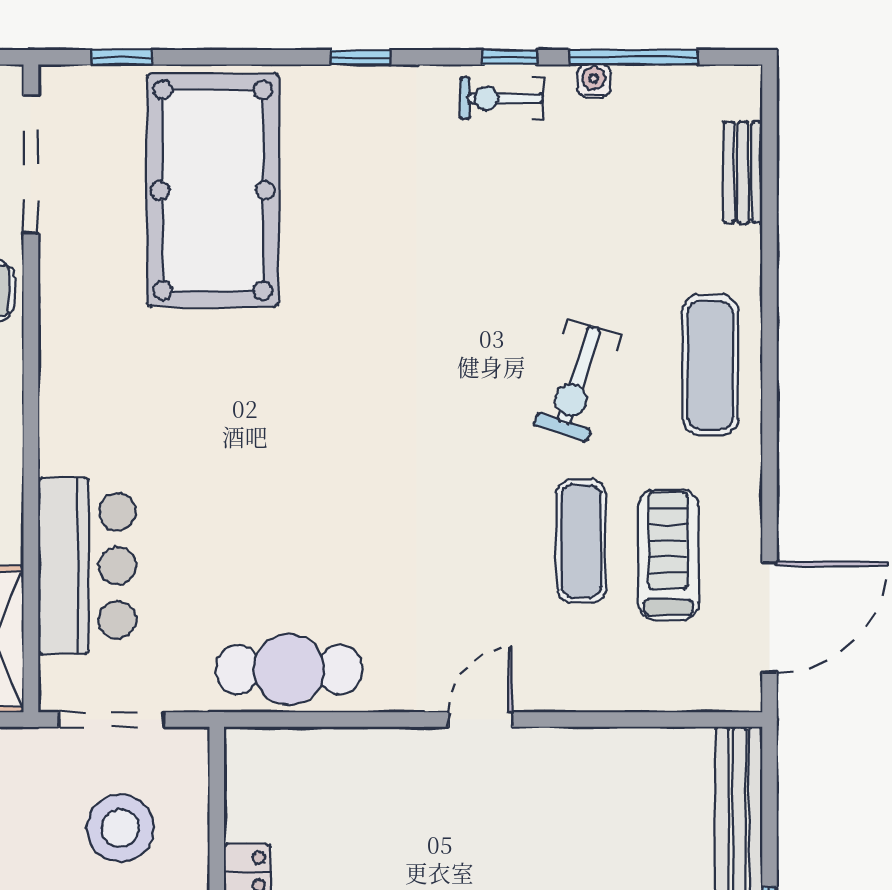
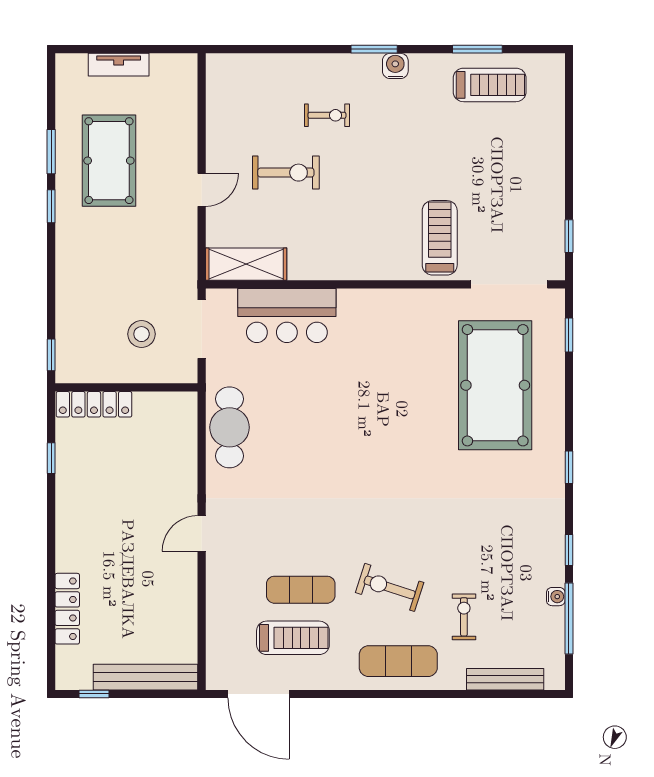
exercise bike: (501, 98) -> (464, 617), moved
bench: (743, 172) -> (505, 679), width x1.36
pool table: (213, 190) -> (495, 385), turned 90
door: (480, 720) -> (202, 534), swing flipped
stool: (120, 828) -> (142, 334), width x0.73, depth x0.73

